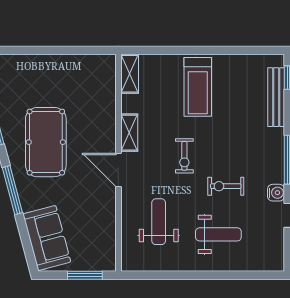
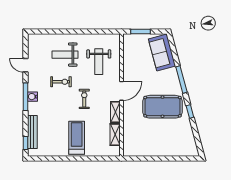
shelving: (130, 74) -> (115, 135), moved
pool table: (46, 142) -> (163, 107), turned 90
door: (118, 170) -> (121, 91), hinge flipped
water cooler: (276, 193) -> (33, 97), moved

